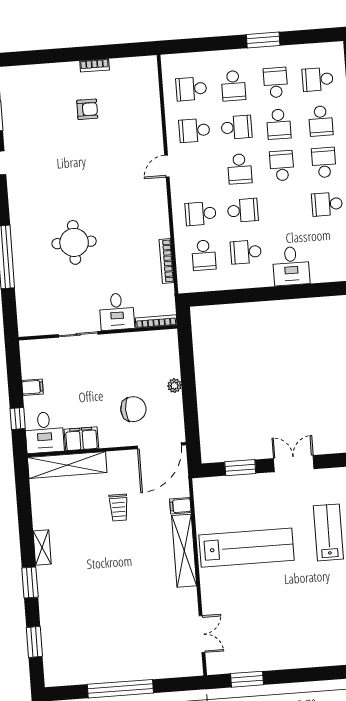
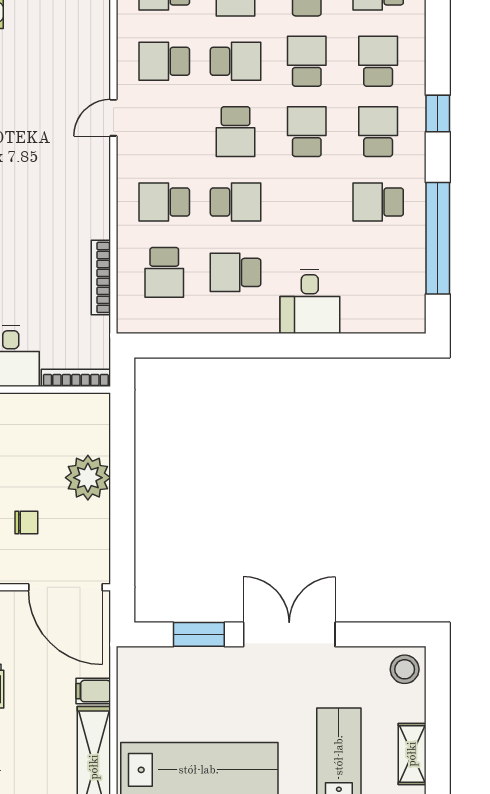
school desk: (321, 121) -> (378, 61), turned 180
school desk: (279, 124) -> (307, 61), turned 180
plant: (174, 386) -> (88, 478), width x1.87, depth x1.87
chair: (133, 409) -> (26, 523), width x0.54, depth x0.54
door: (159, 446) -> (65, 587), hinge flipped
double door: (294, 464) -> (289, 634), width x1.37

